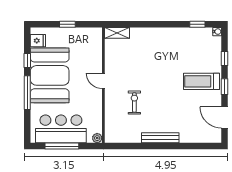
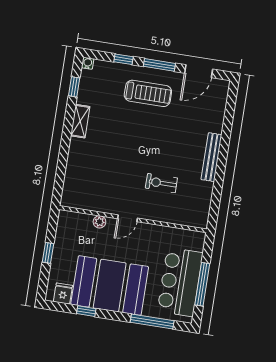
shelving: (117, 33) -> (80, 121), moved
treadmill: (201, 81) -> (148, 93), turned -90
window: (225, 87) -> (159, 65), width x1.50
window: (27, 93) -> (152, 322), moved
plant: (97, 138) -> (99, 222), moved

